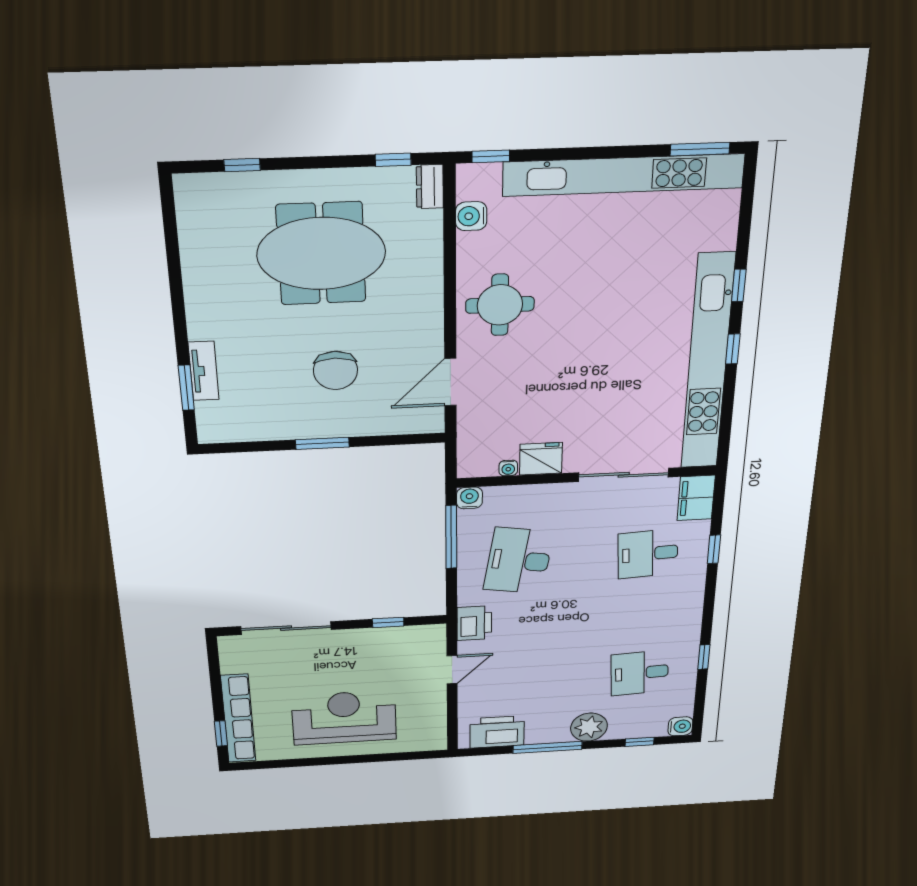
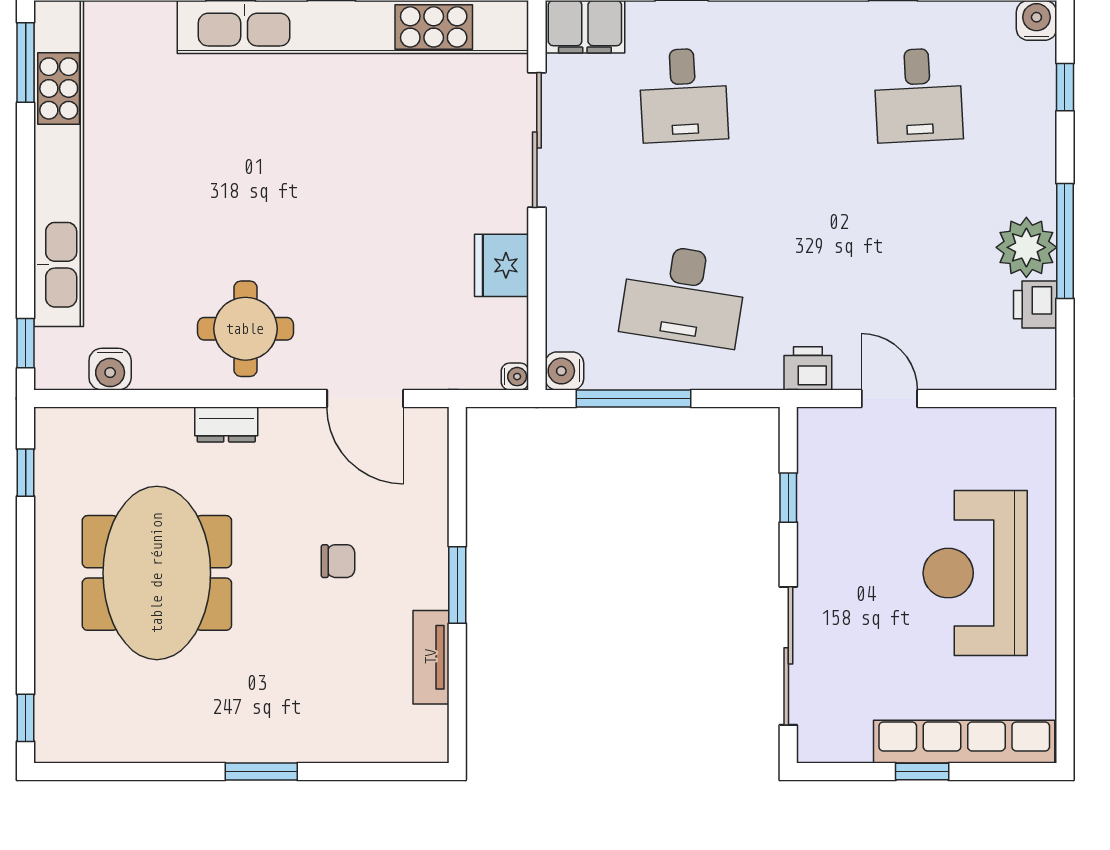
window: (242, 165) -> (26, 718), moved
dresser: (430, 187) -> (226, 425), moved
chair: (335, 370) -> (338, 561), width x0.54, depth x0.54
tv unit: (204, 371) -> (431, 657), moved, turned -90
window: (186, 388) -> (261, 771), moved
water cooler: (508, 468) -> (515, 377), moved
printer: (474, 623) -> (808, 368), width x0.73, depth x0.81
plant: (589, 727) -> (1026, 247), moved
printer: (497, 732) -> (1035, 305), width x0.53, depth x0.68
window: (221, 734) -> (922, 771), moved

